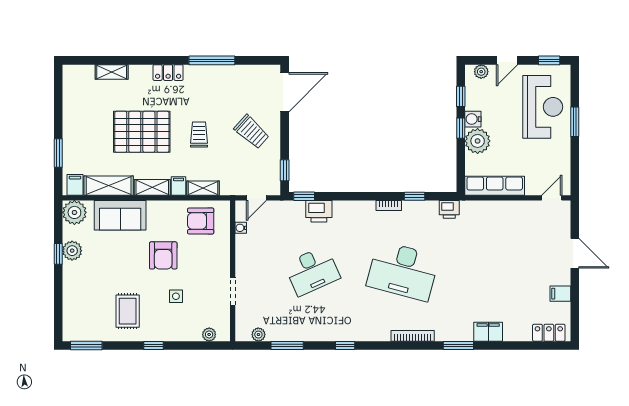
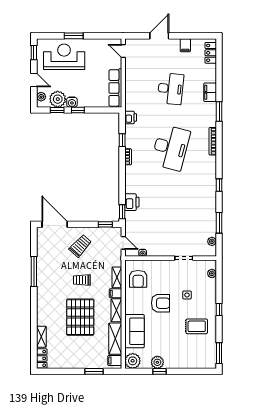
locker: (168, 73) -> (42, 358), moved
plant: (478, 141) -> (58, 99), moved
desk: (312, 271) -> (171, 89), moved, turned 30

